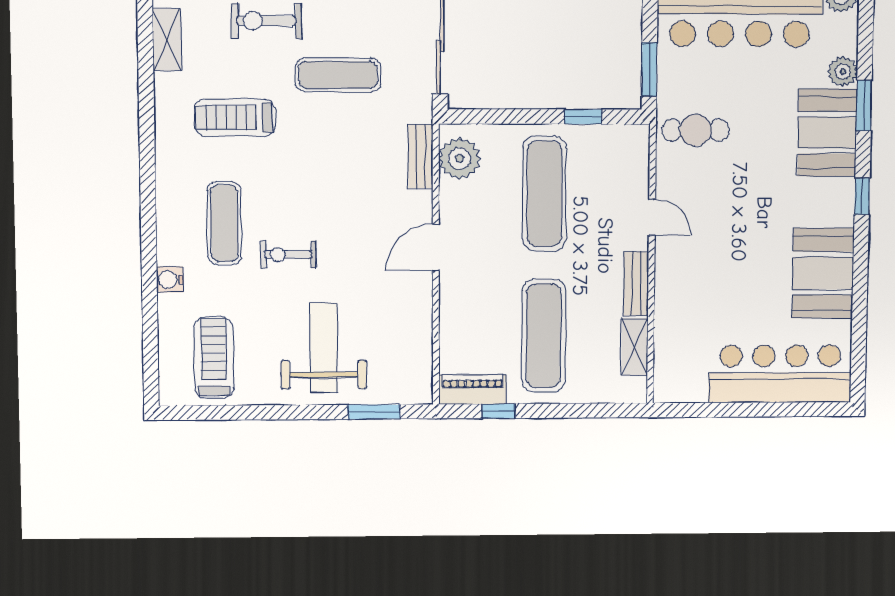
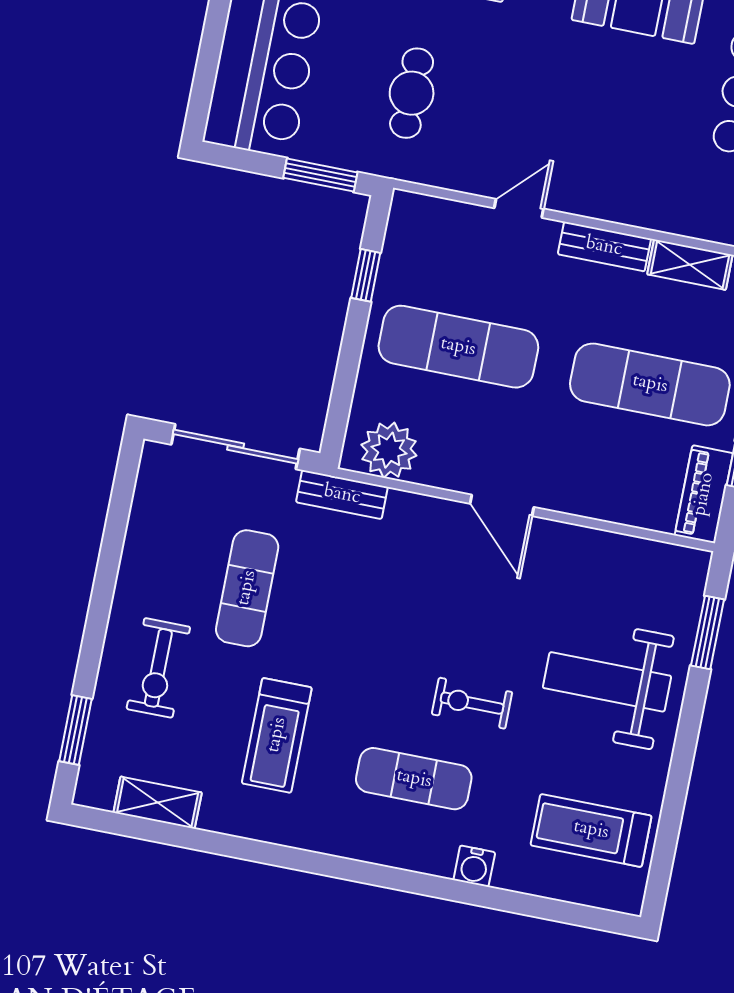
cafe table: (696, 130) -> (412, 93), moved
bench: (421, 156) -> (342, 495), moved
exercise bike: (288, 254) -> (472, 703), turned 90

